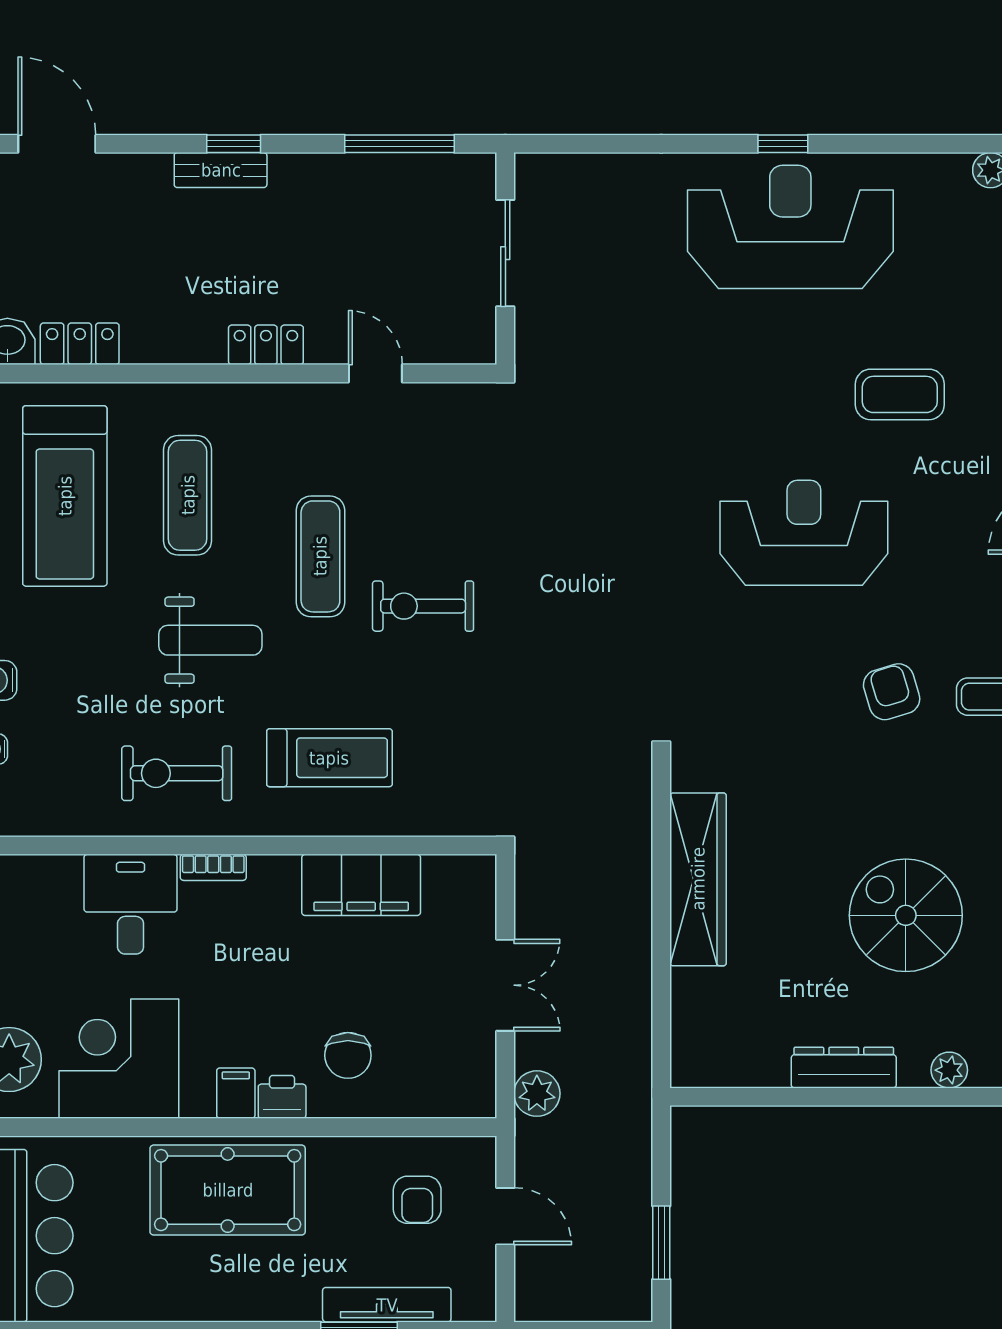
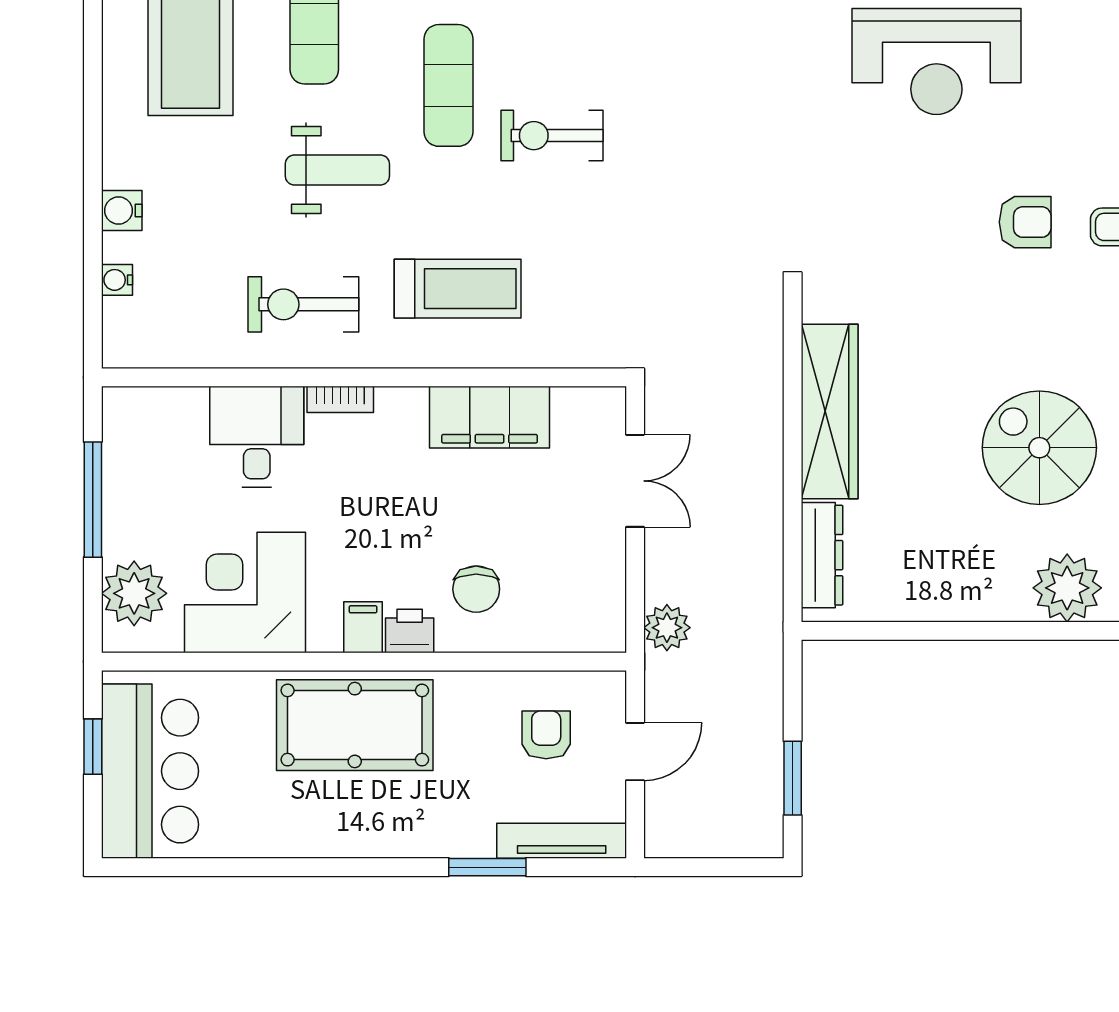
reception desk: (804, 533) -> (936, 62), turned 180
armchair: (892, 692) -> (1025, 222), turned 107
double door: (505, 985) -> (635, 481), moved
dresser: (844, 1068) -> (822, 555), moved, turned 90
plant: (949, 1070) -> (1067, 588), width x1.88, depth x1.88
armchair: (417, 1200) -> (546, 735), turned 180
door: (505, 1216) -> (635, 752), hinge flipped
tv unit: (387, 1305) -> (562, 841), moved

